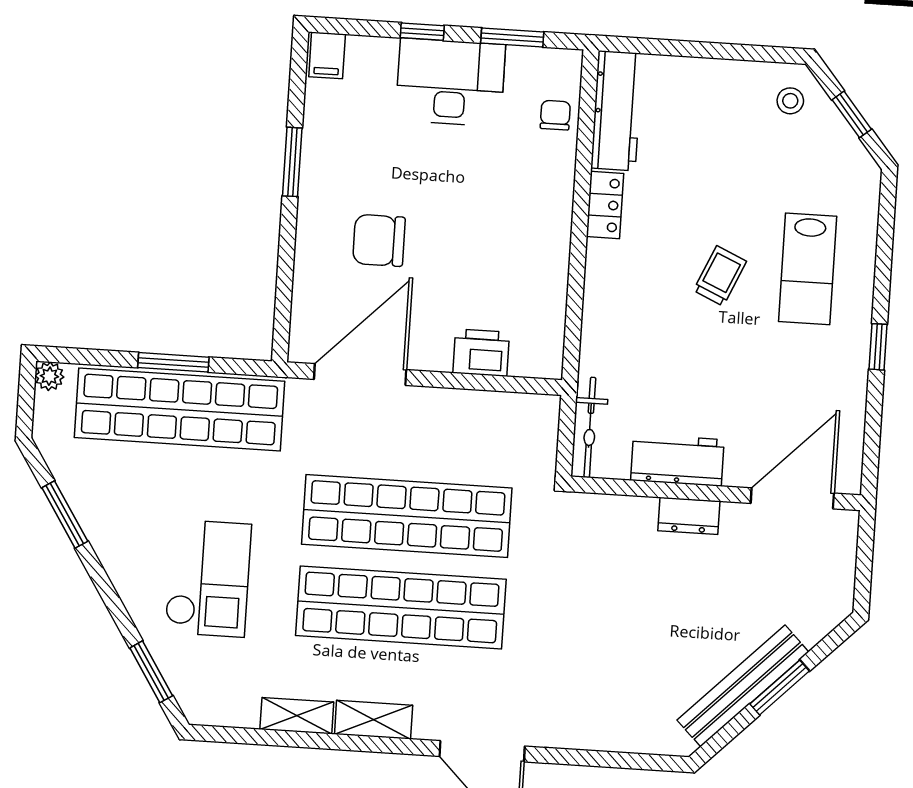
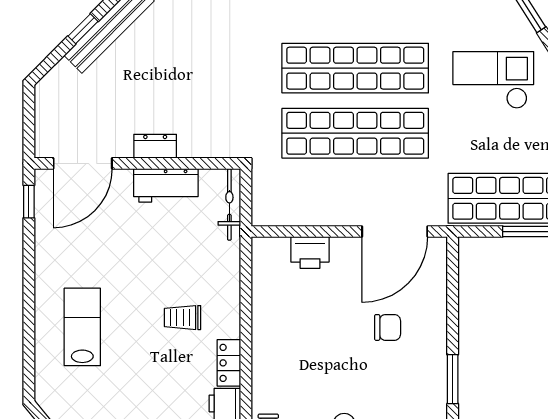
chair: (379, 240) -> (388, 327), width x0.73, depth x0.73
trolley: (720, 276) -> (183, 318), moved, turned 66
window: (878, 347) -> (29, 202), moved
checkout: (208, 578) -> (493, 80), turned 90
window: (780, 687) -> (83, 29), width x0.67

